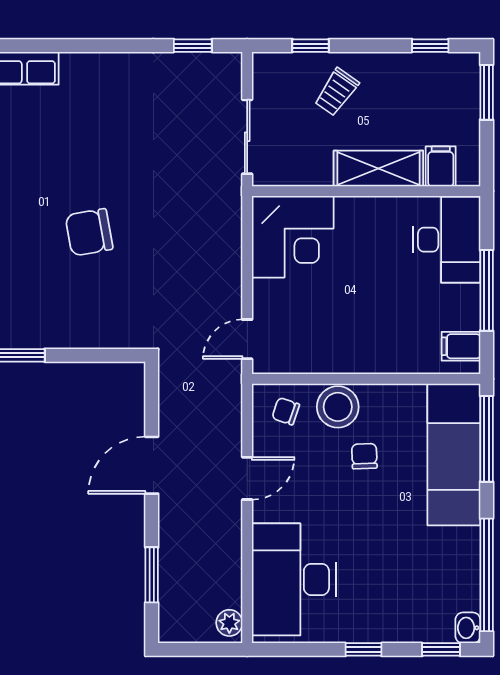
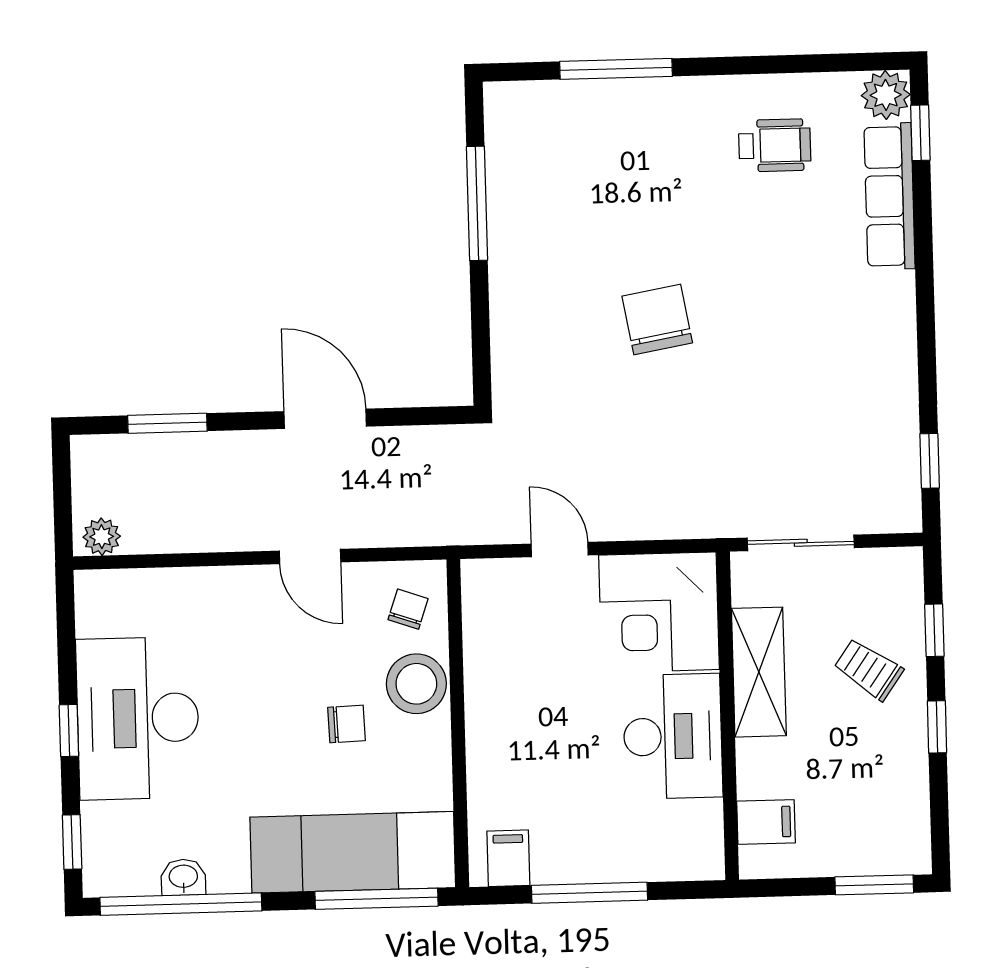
window: (430, 46) -> (937, 727), moved
shelving: (378, 168) -> (759, 672), moved
desk: (446, 240) -> (673, 736), moved, turned -90
door: (247, 339) -> (560, 550), moved
desk: (294, 579) -> (138, 718), moved, turned -90
washbasin: (468, 628) -> (183, 877), moved

